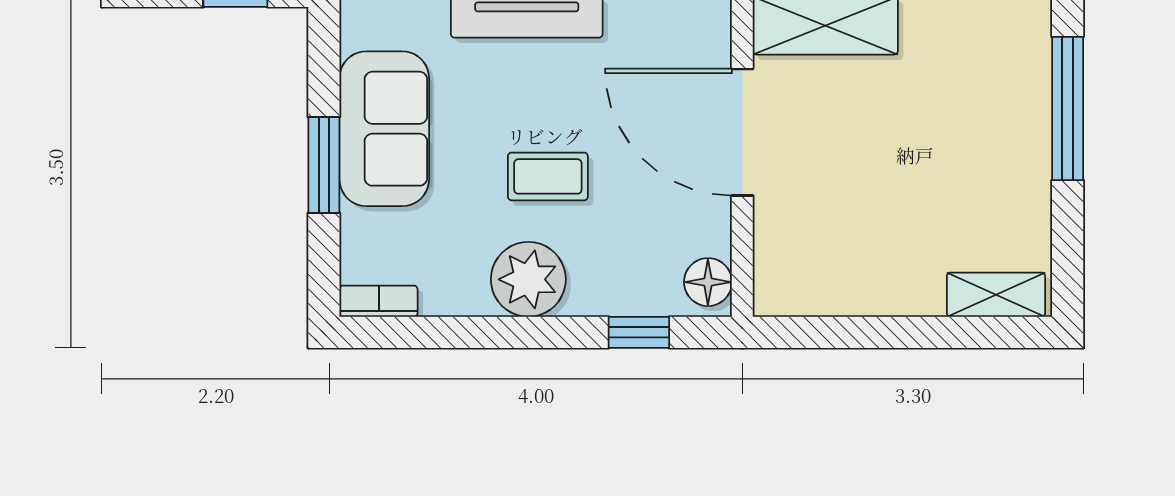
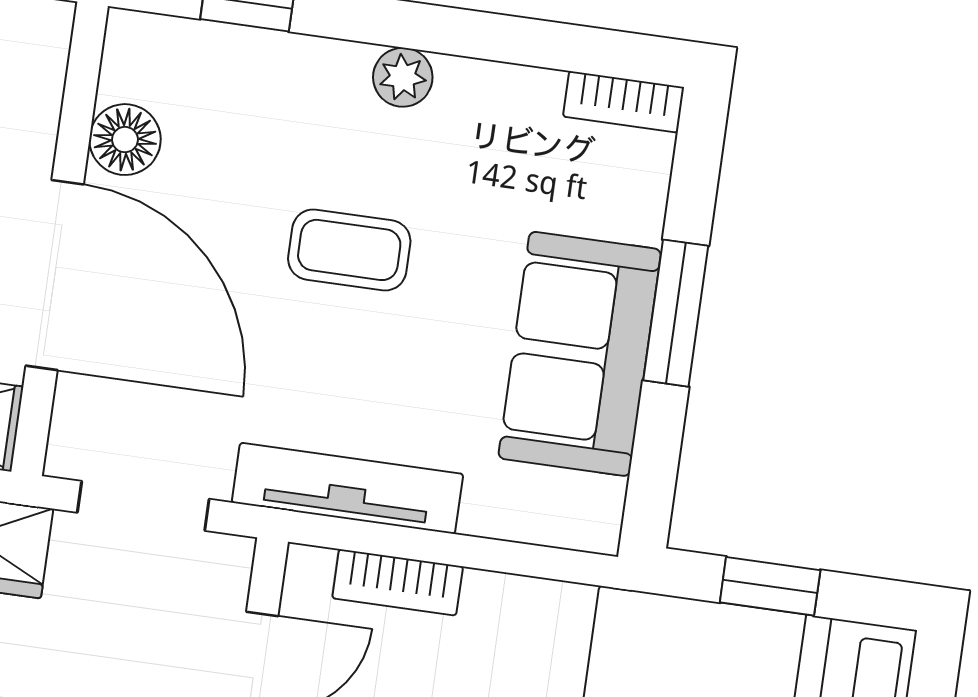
plant: (528, 279) -> (403, 77), width x0.53, depth x0.53
floor lamp: (708, 282) -> (125, 140), moved

